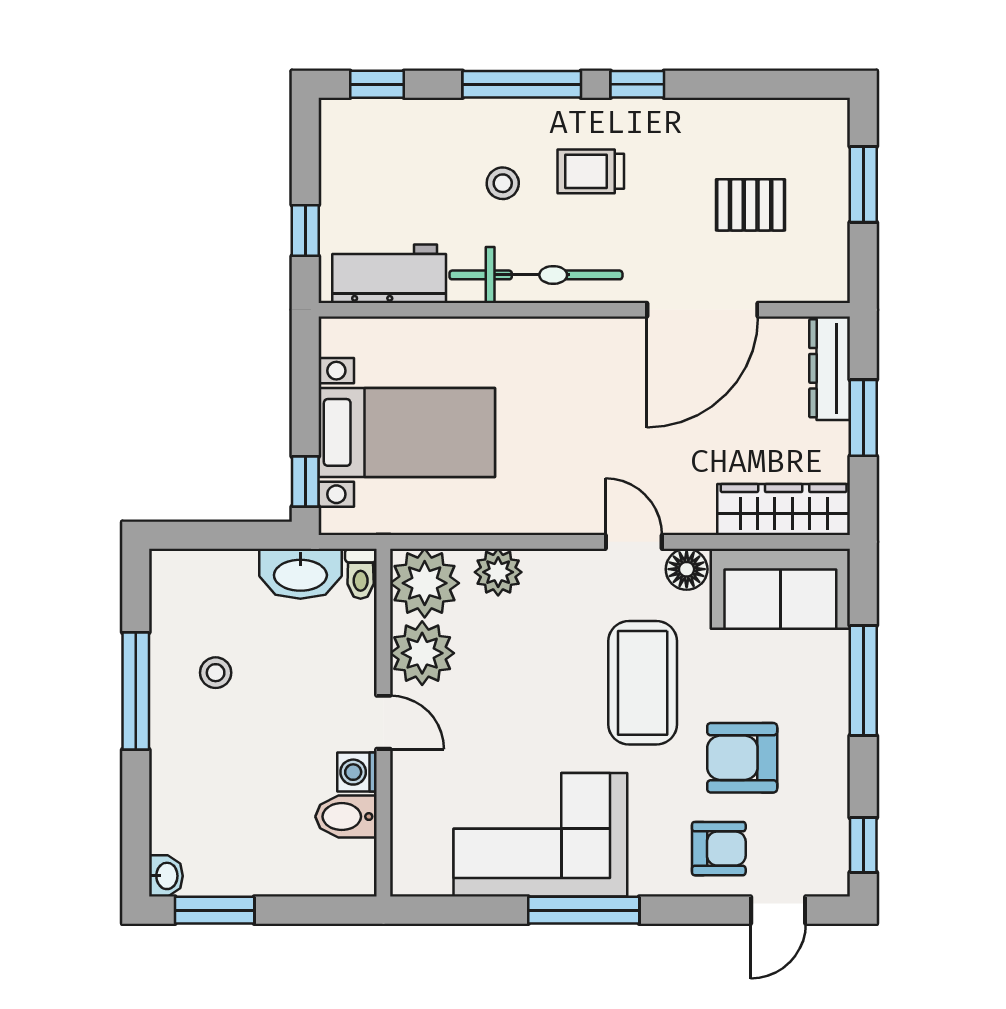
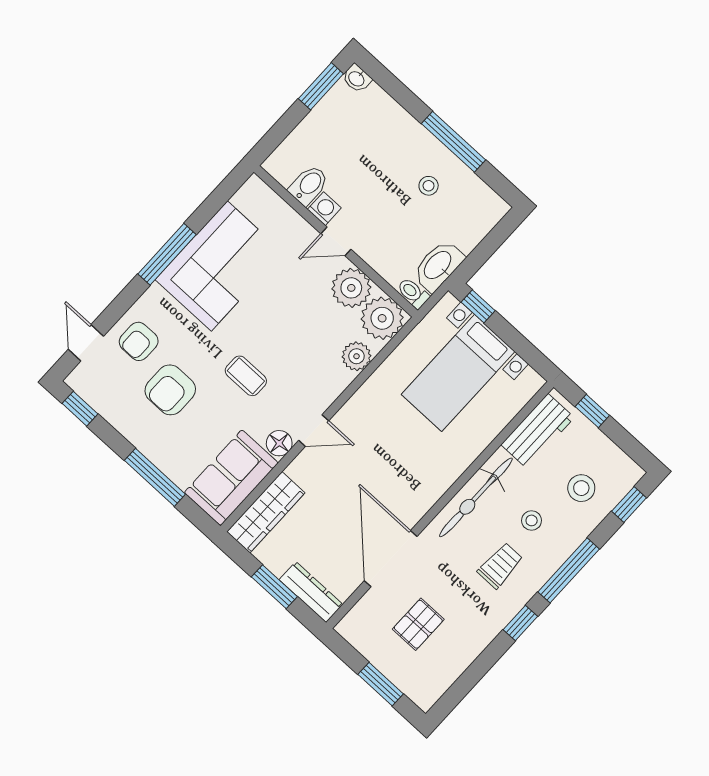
stool: (409, 159) -> (581, 488), added
coffee table: (643, 683) -> (246, 376), width x0.54, depth x0.58
armchair: (742, 758) -> (170, 390), turned 180

